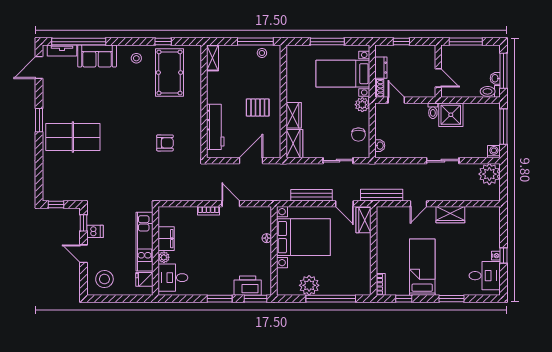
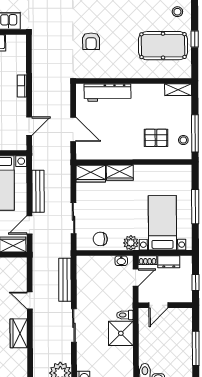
wall: (438, 71) -> (165, 305), moved
door: (438, 78) -> (158, 305), moved
pallet: (258, 107) -> (156, 138), moved, turned 90
washbasin: (380, 146) -> (121, 261), moved
bench: (382, 195) -> (65, 280), moved
door: (231, 204) -> (29, 126), moved

